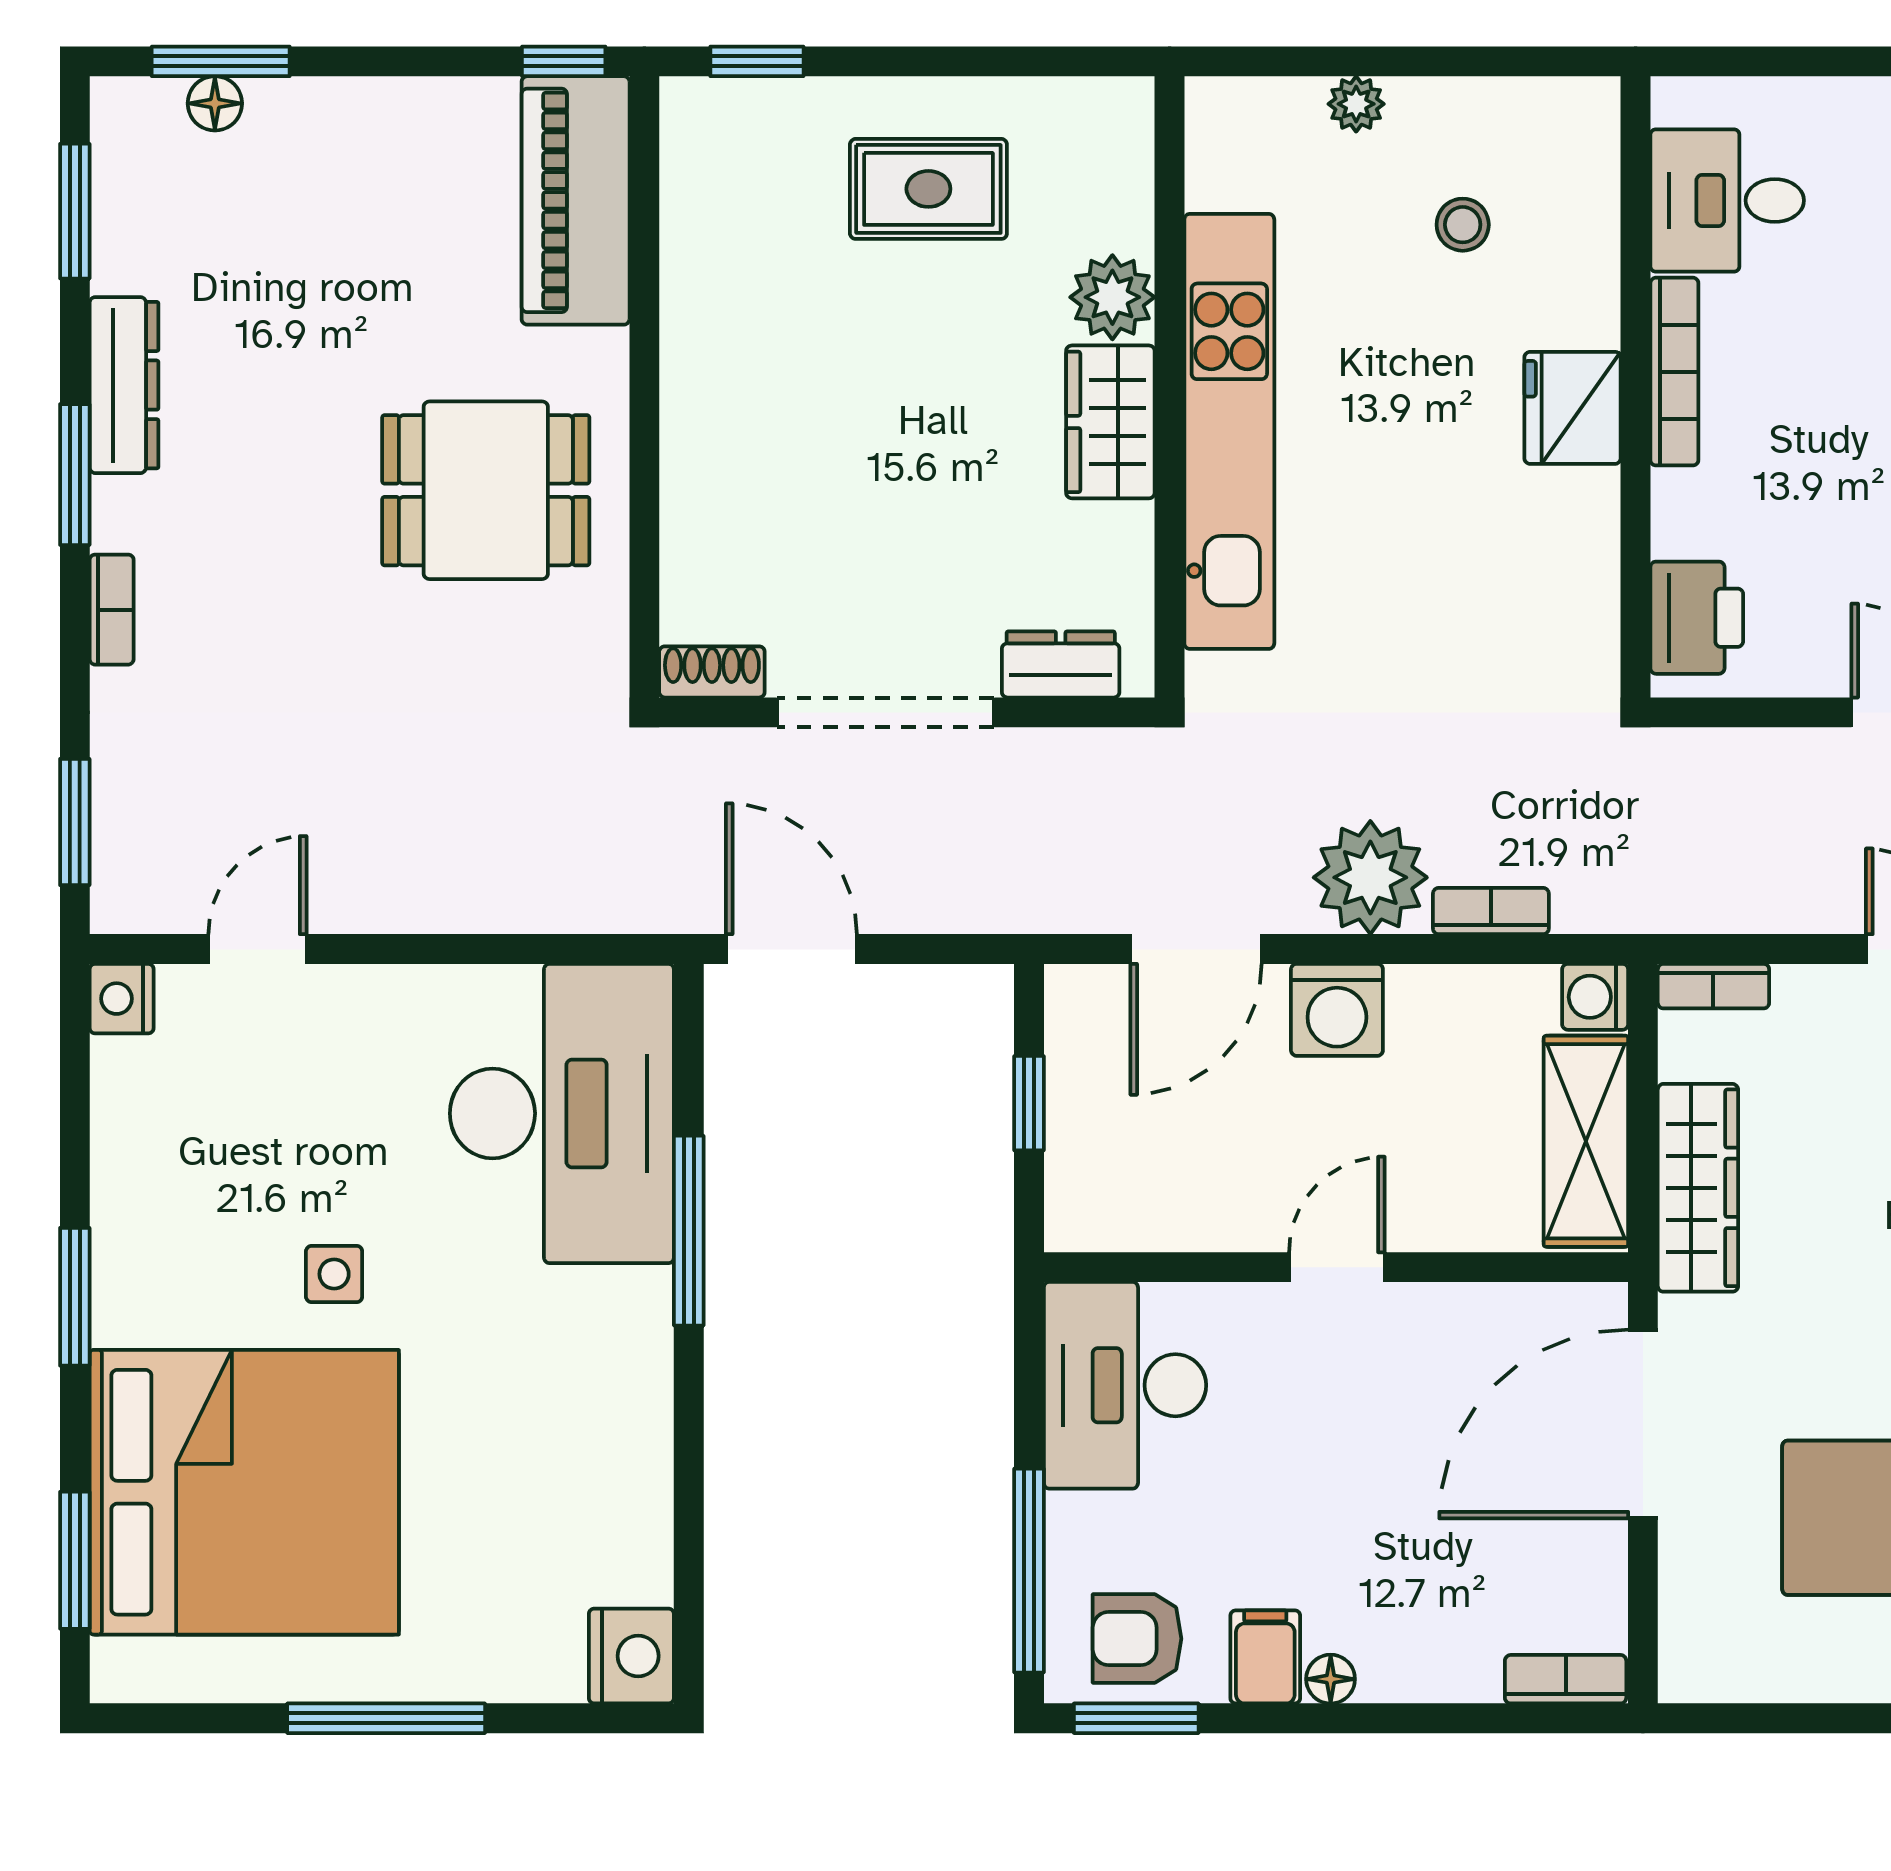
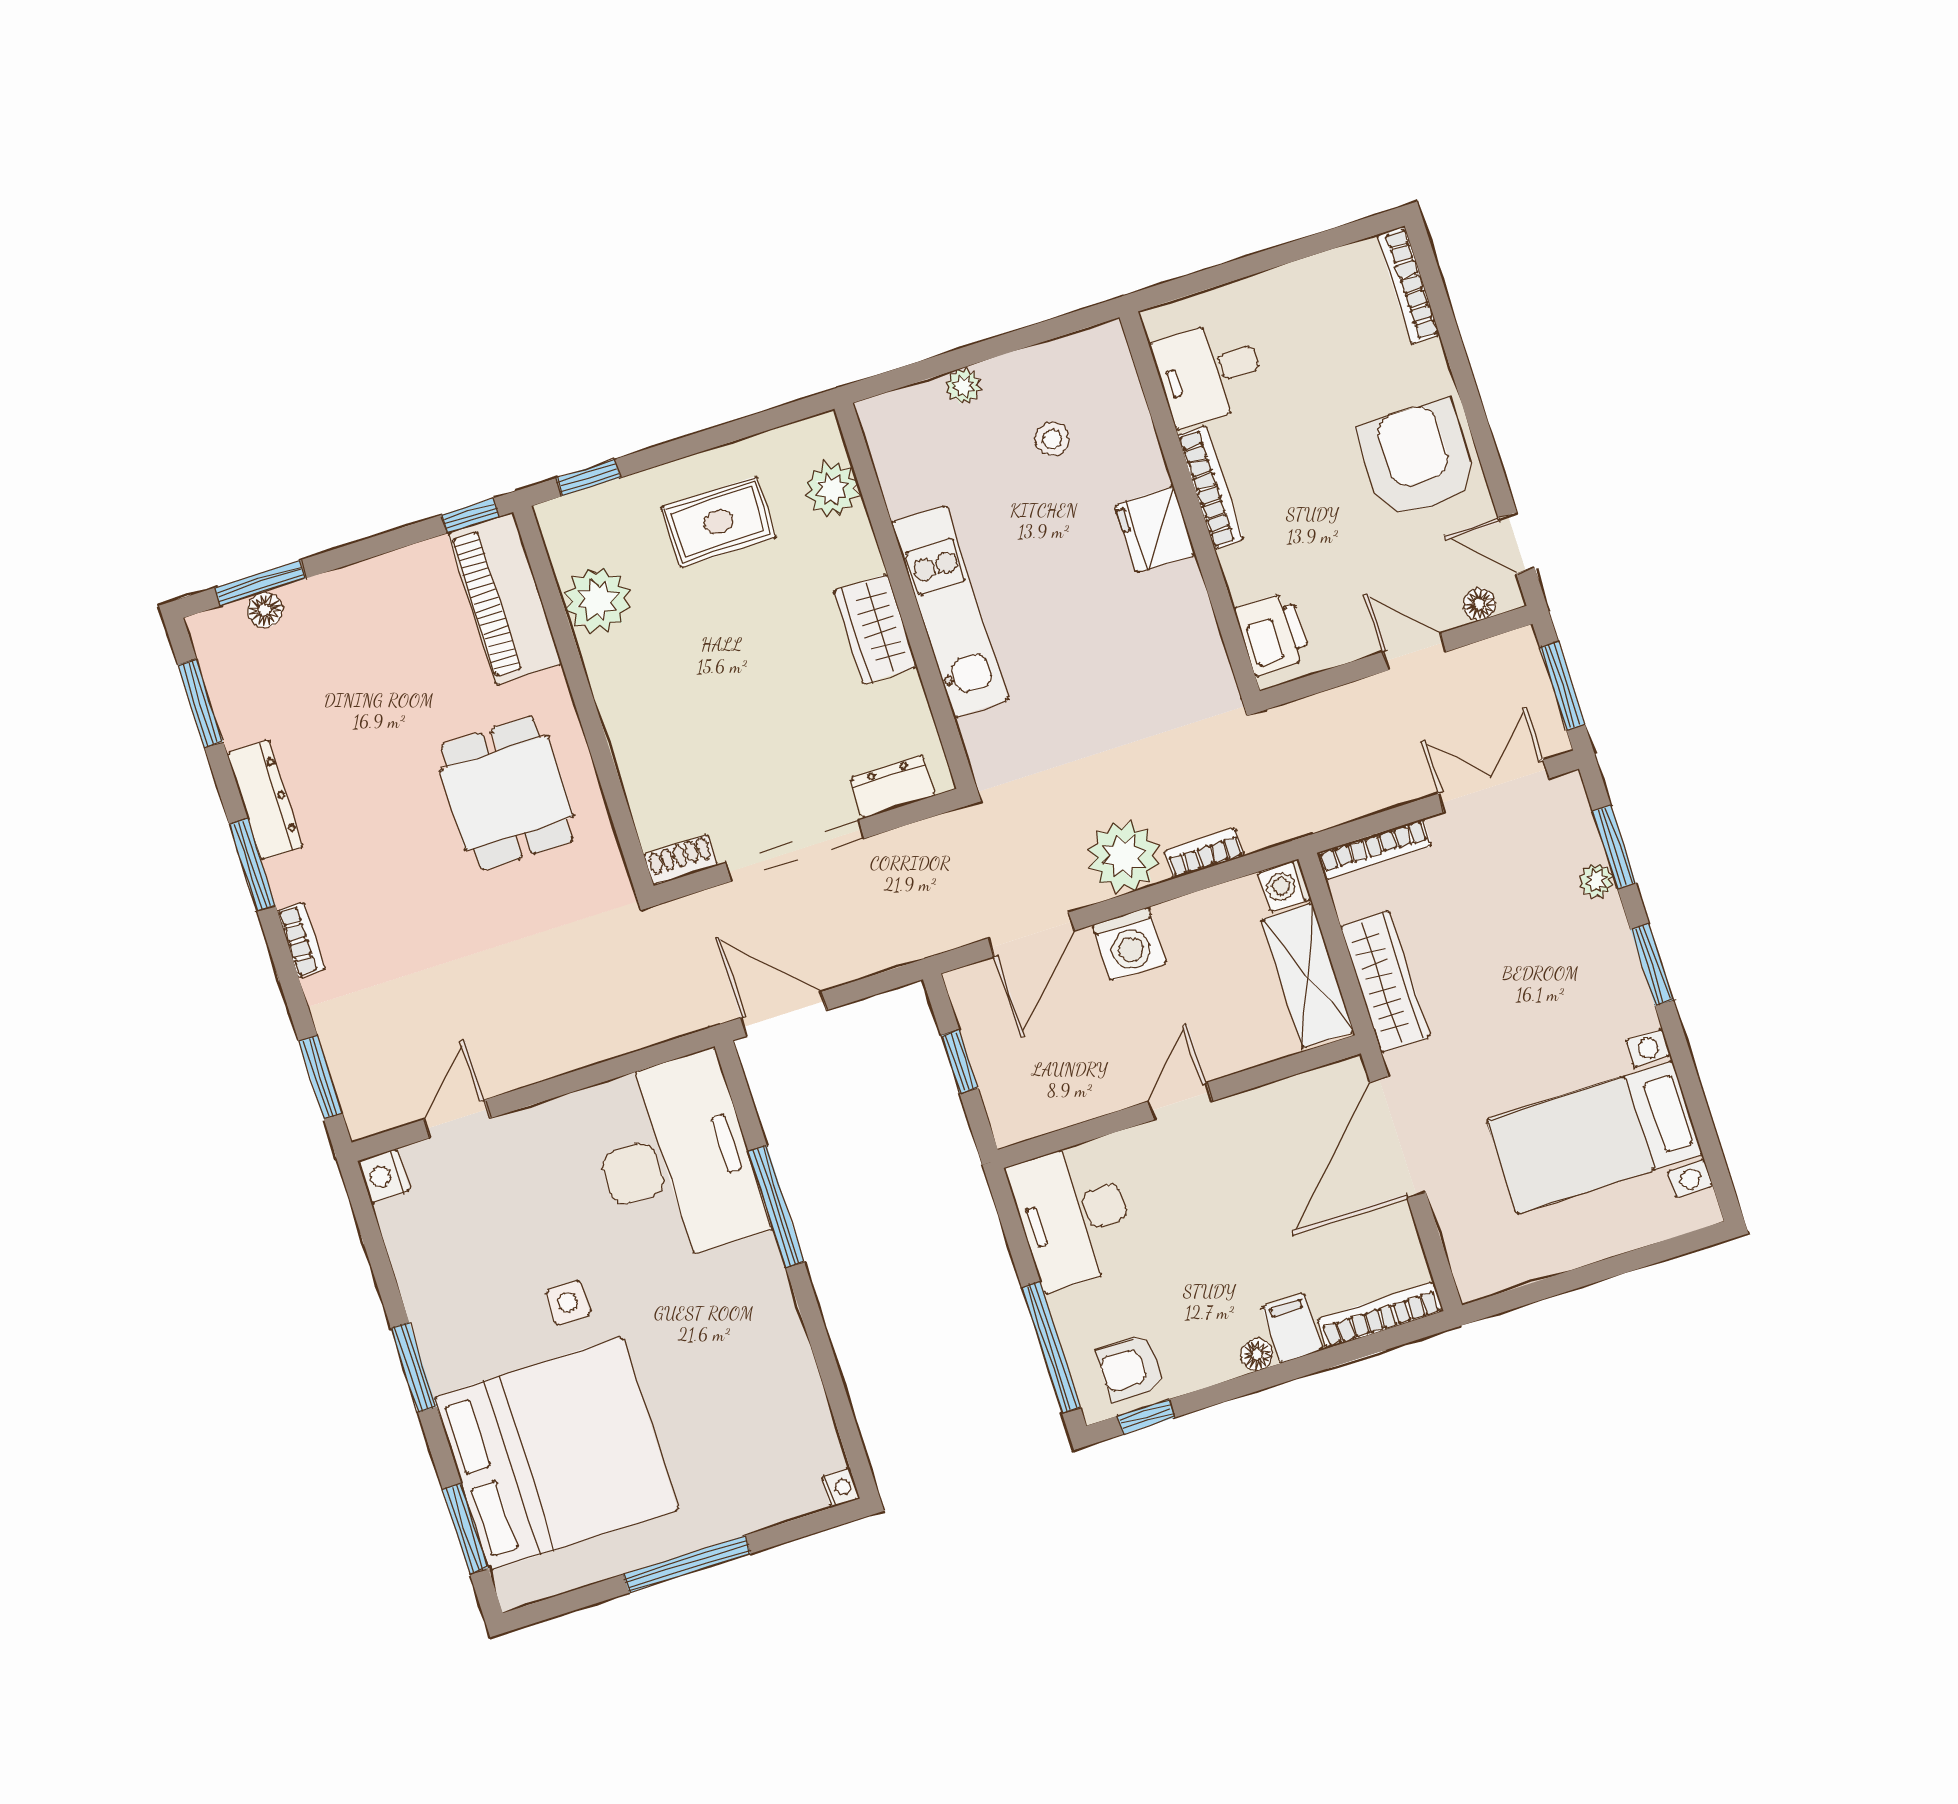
plant: (712, 247) -> (597, 600), added
plant: (1112, 297) -> (832, 489), moved
kitchen unit: (1229, 431) -> (950, 611), width x0.73
dining table: (486, 490) -> (507, 793), turned 90
bookcase: (1713, 986) -> (1374, 849), width x1.56
nightstand: (631, 1656) -> (841, 1488), width x0.53, depth x0.56
filing cabinet: (1265, 1657) -> (1293, 1328), moved
bookcase: (1566, 1679) -> (1380, 1315), width x1.56
window: (1136, 1718) -> (1146, 1417), width x0.67

